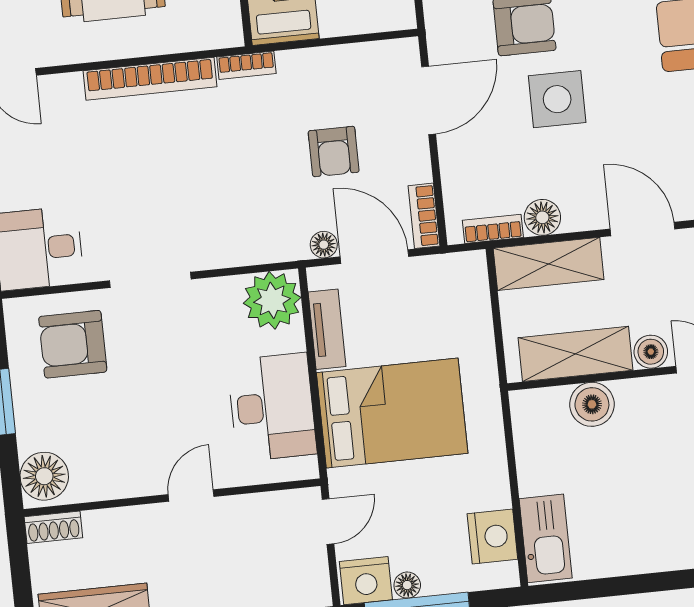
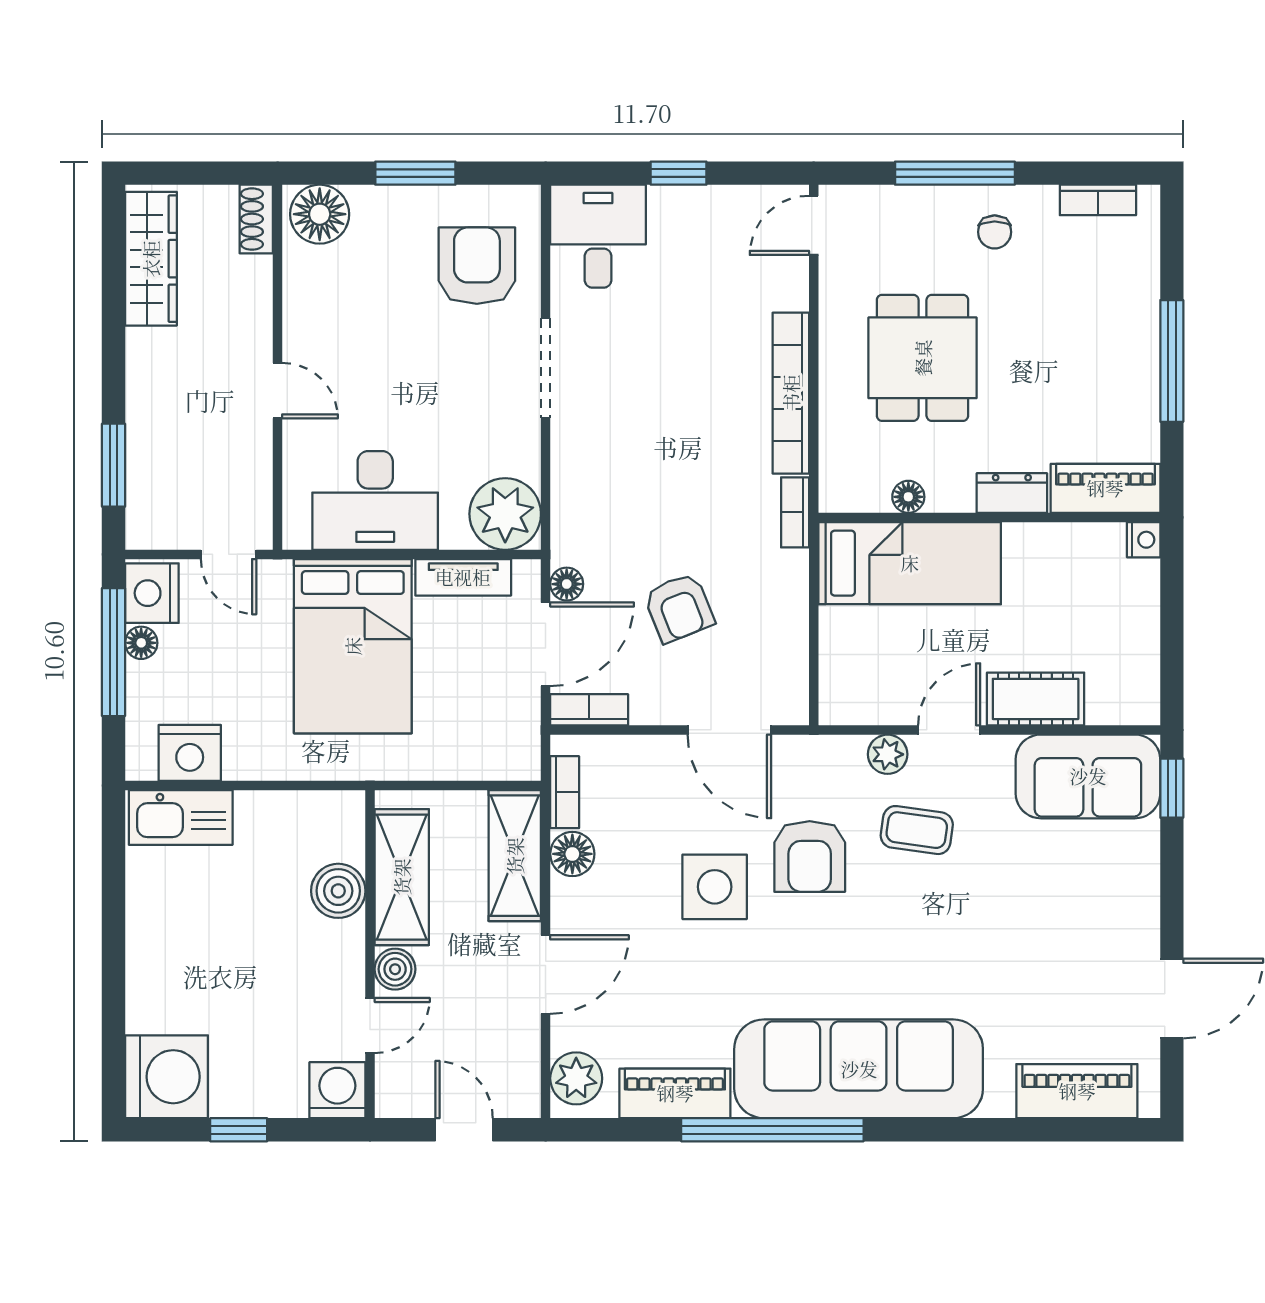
armchair: (334, 151) -> (679, 608), turned -112

